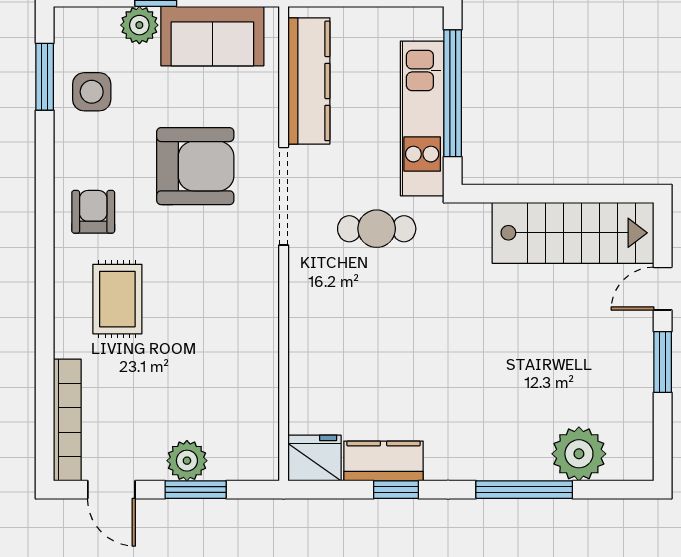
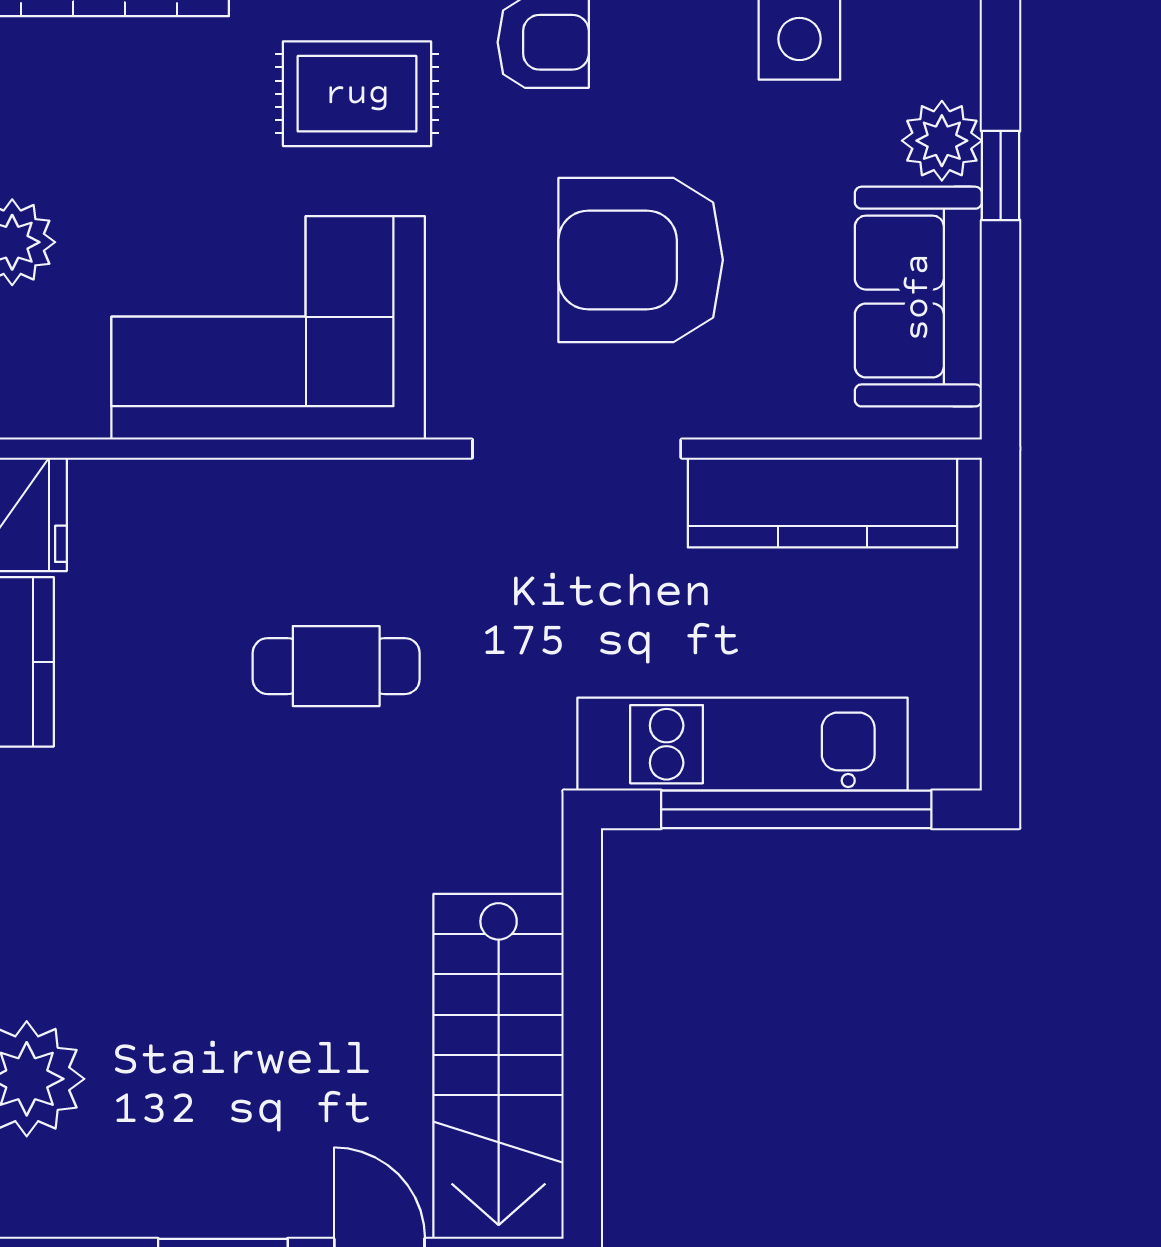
armchair: (195, 166) -> (641, 260), turned 90
cafe table: (377, 229) -> (336, 666), moved, turned 90
corner sofa: (227, 341) -> (268, 328), added

